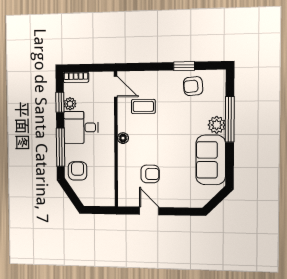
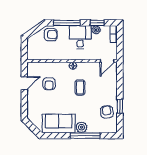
coffee table: (143, 106) -> (80, 88), moved

